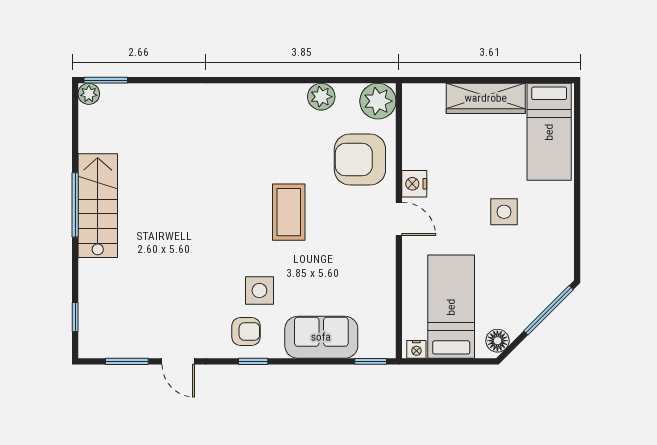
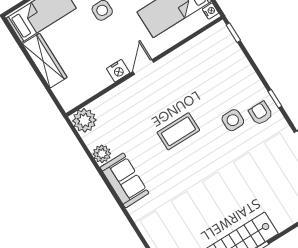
armchair: (360, 160) -> (124, 110), removed
sofa: (321, 337) -> (124, 180), moved, turned 180

